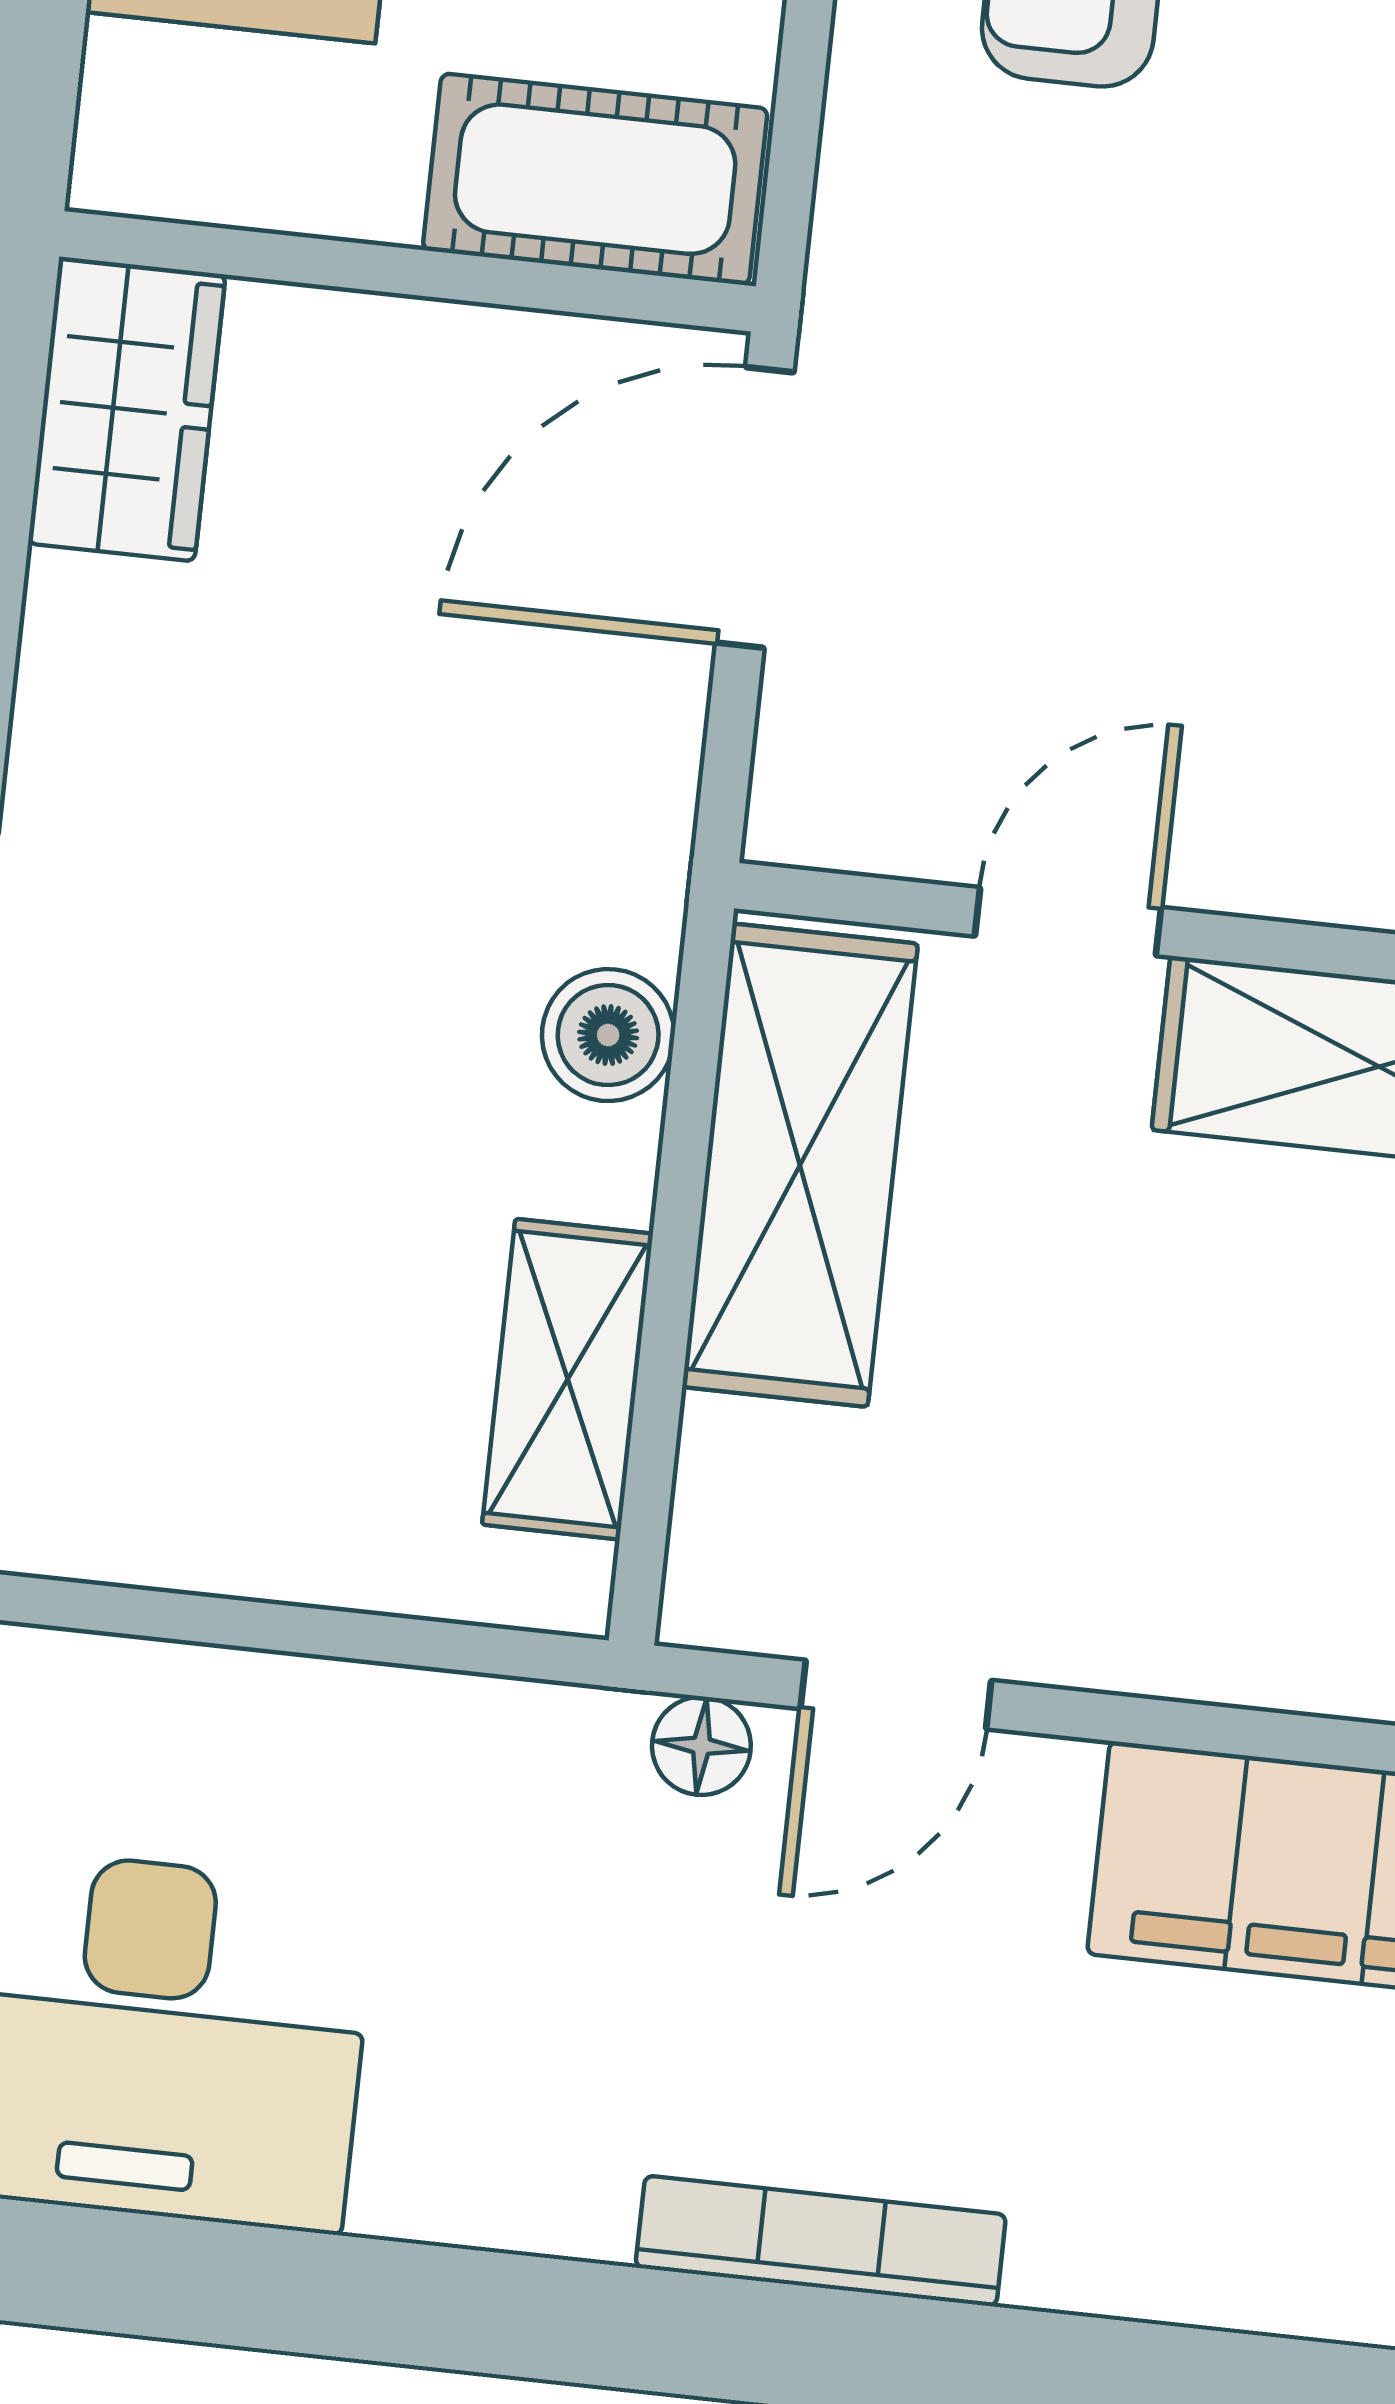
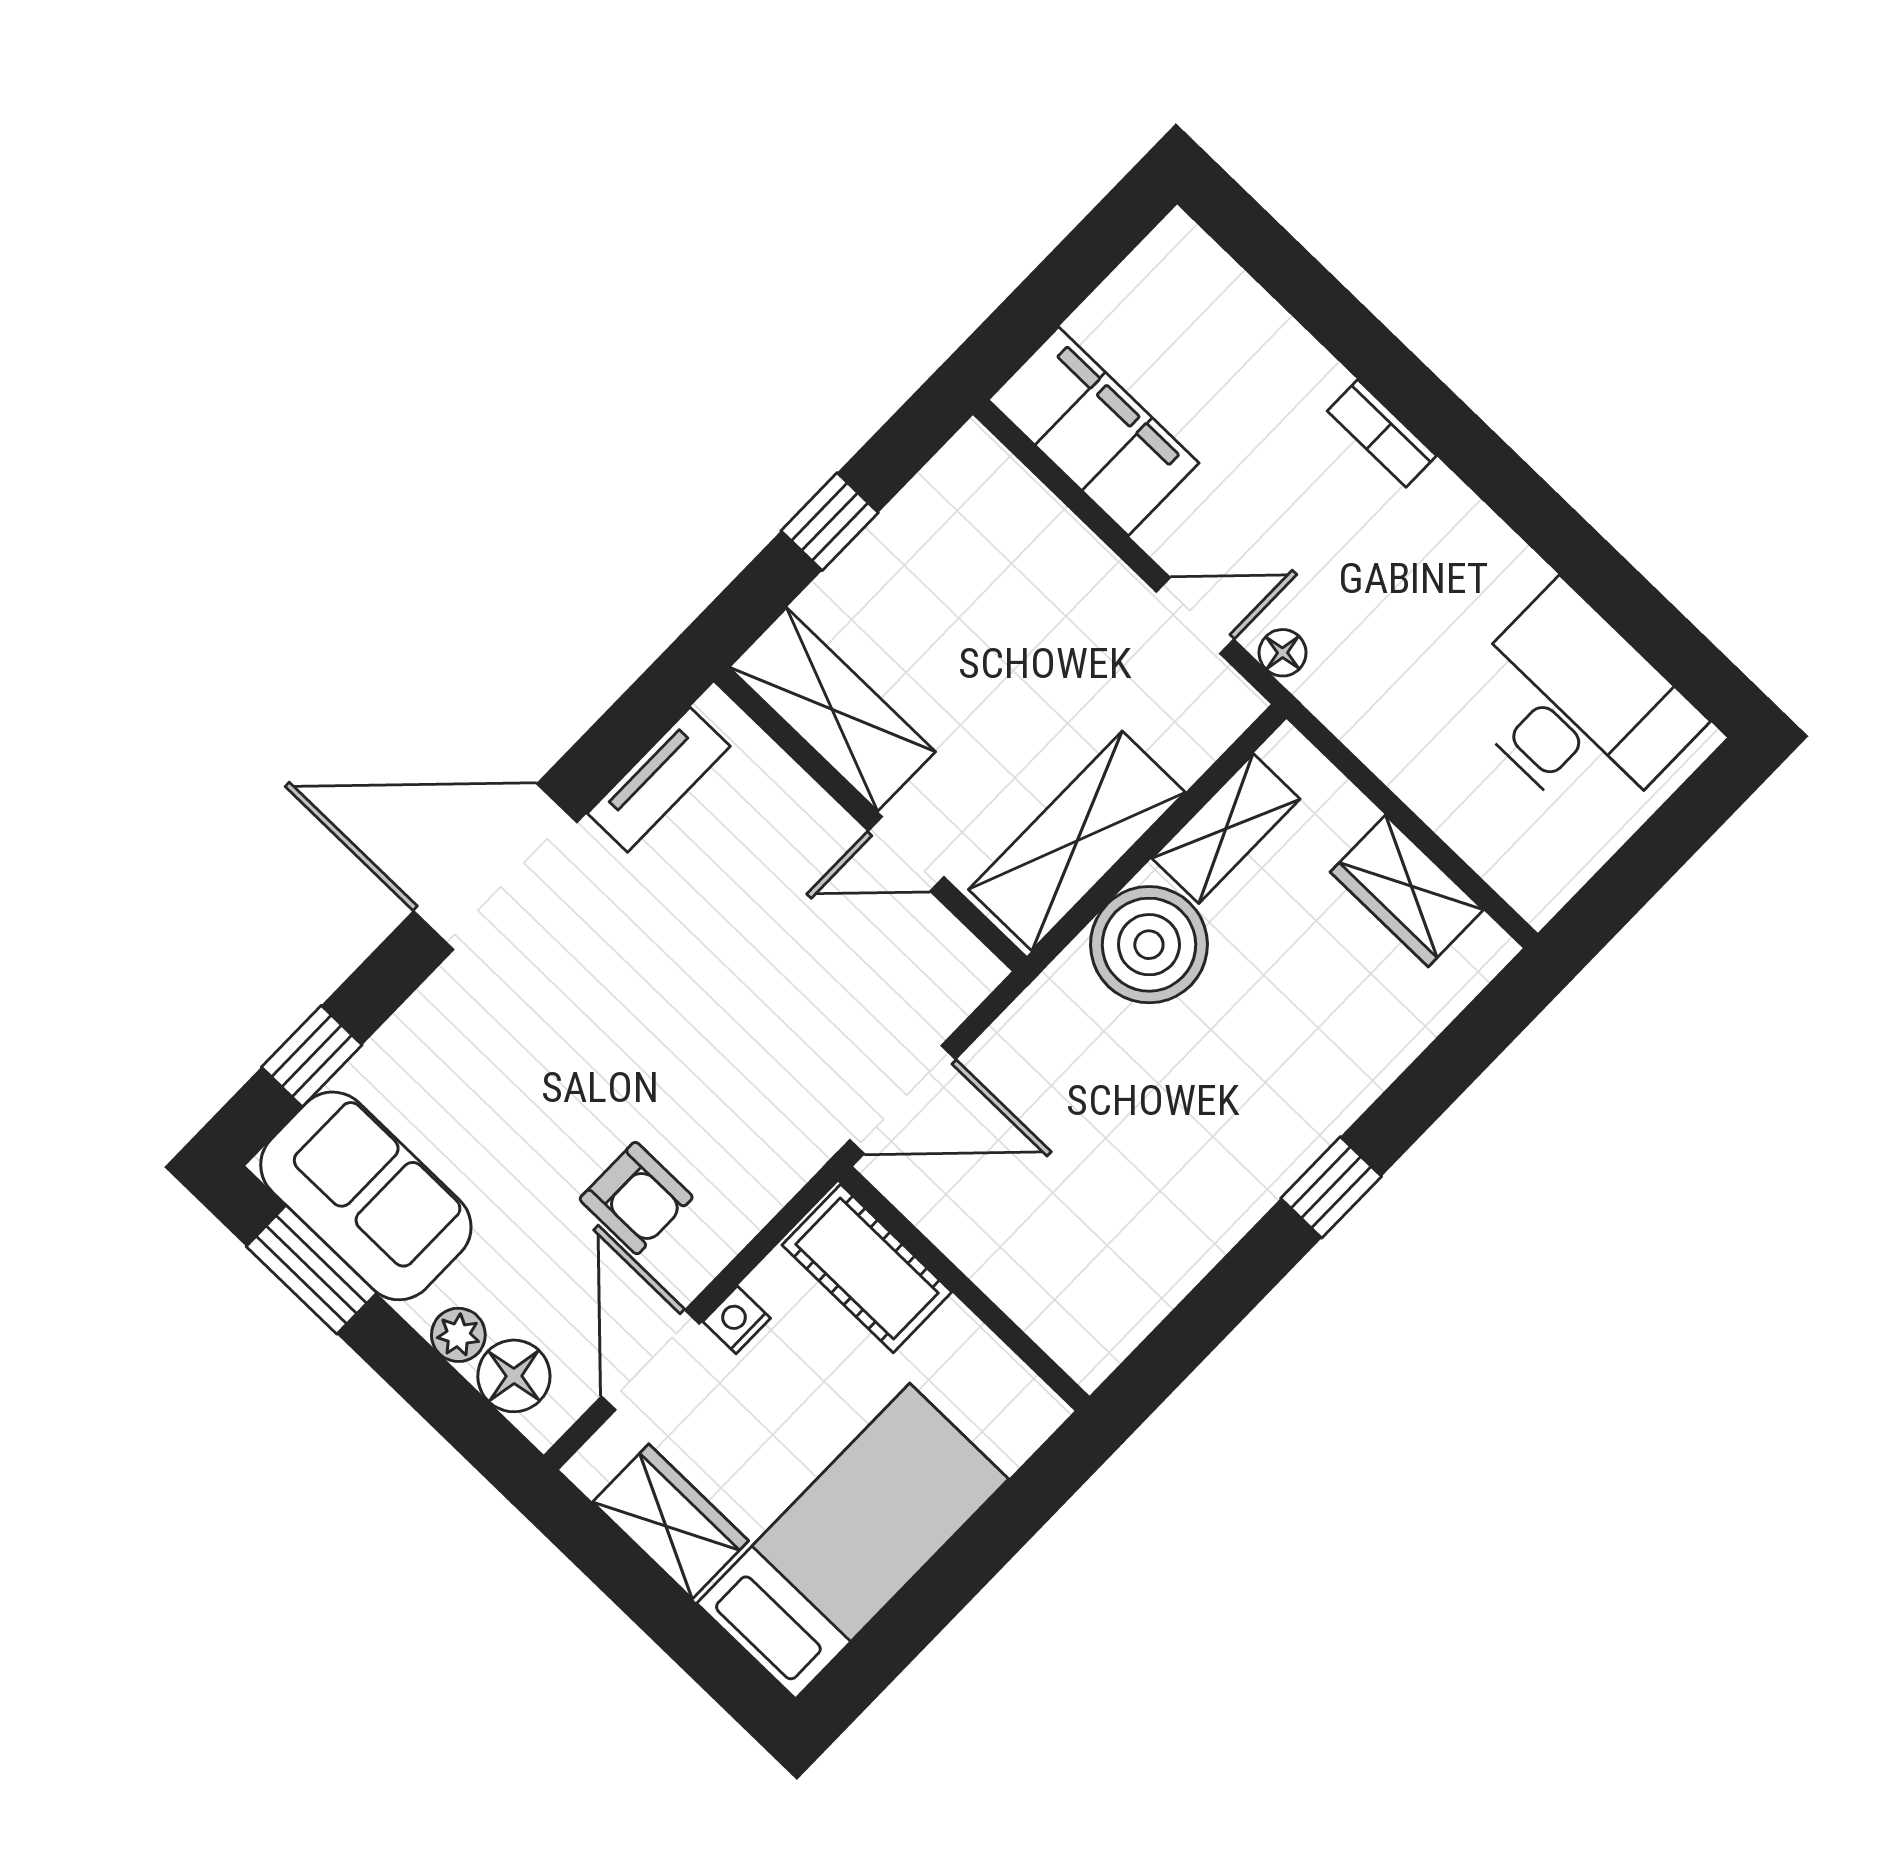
wardrobe: (127, 409) -> (1407, 891), moved, turned -90
boiler: (608, 1035) -> (1149, 945), width x1.86, depth x1.86
bookcase: (821, 2241) -> (1382, 433), width x0.64

